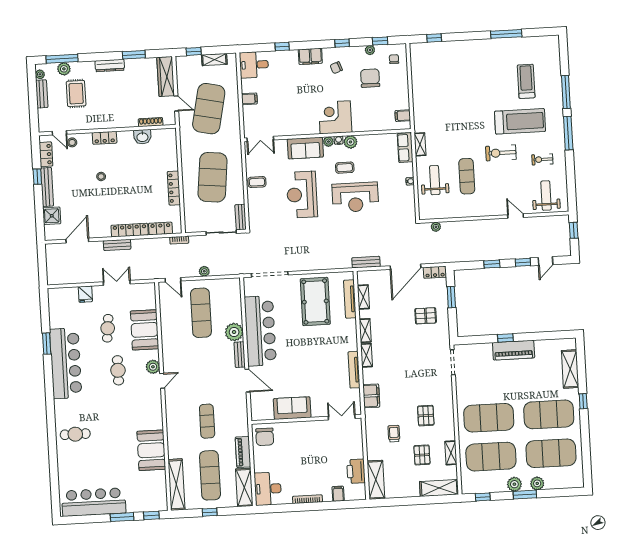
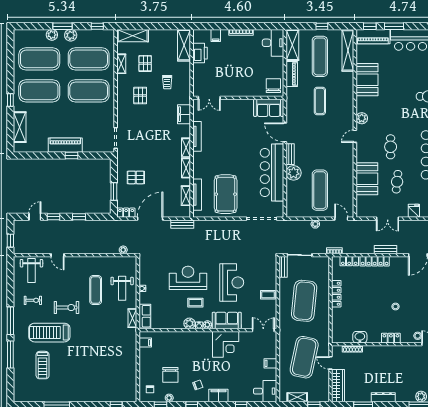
rug: (76, 94) -> (412, 376), removed
corner desk: (335, 117) -> (226, 344), moved
plant: (153, 367) -> (362, 118), moved
sofa: (292, 408) -> (269, 108), moved
piano: (147, 503) -> (373, 37), added

